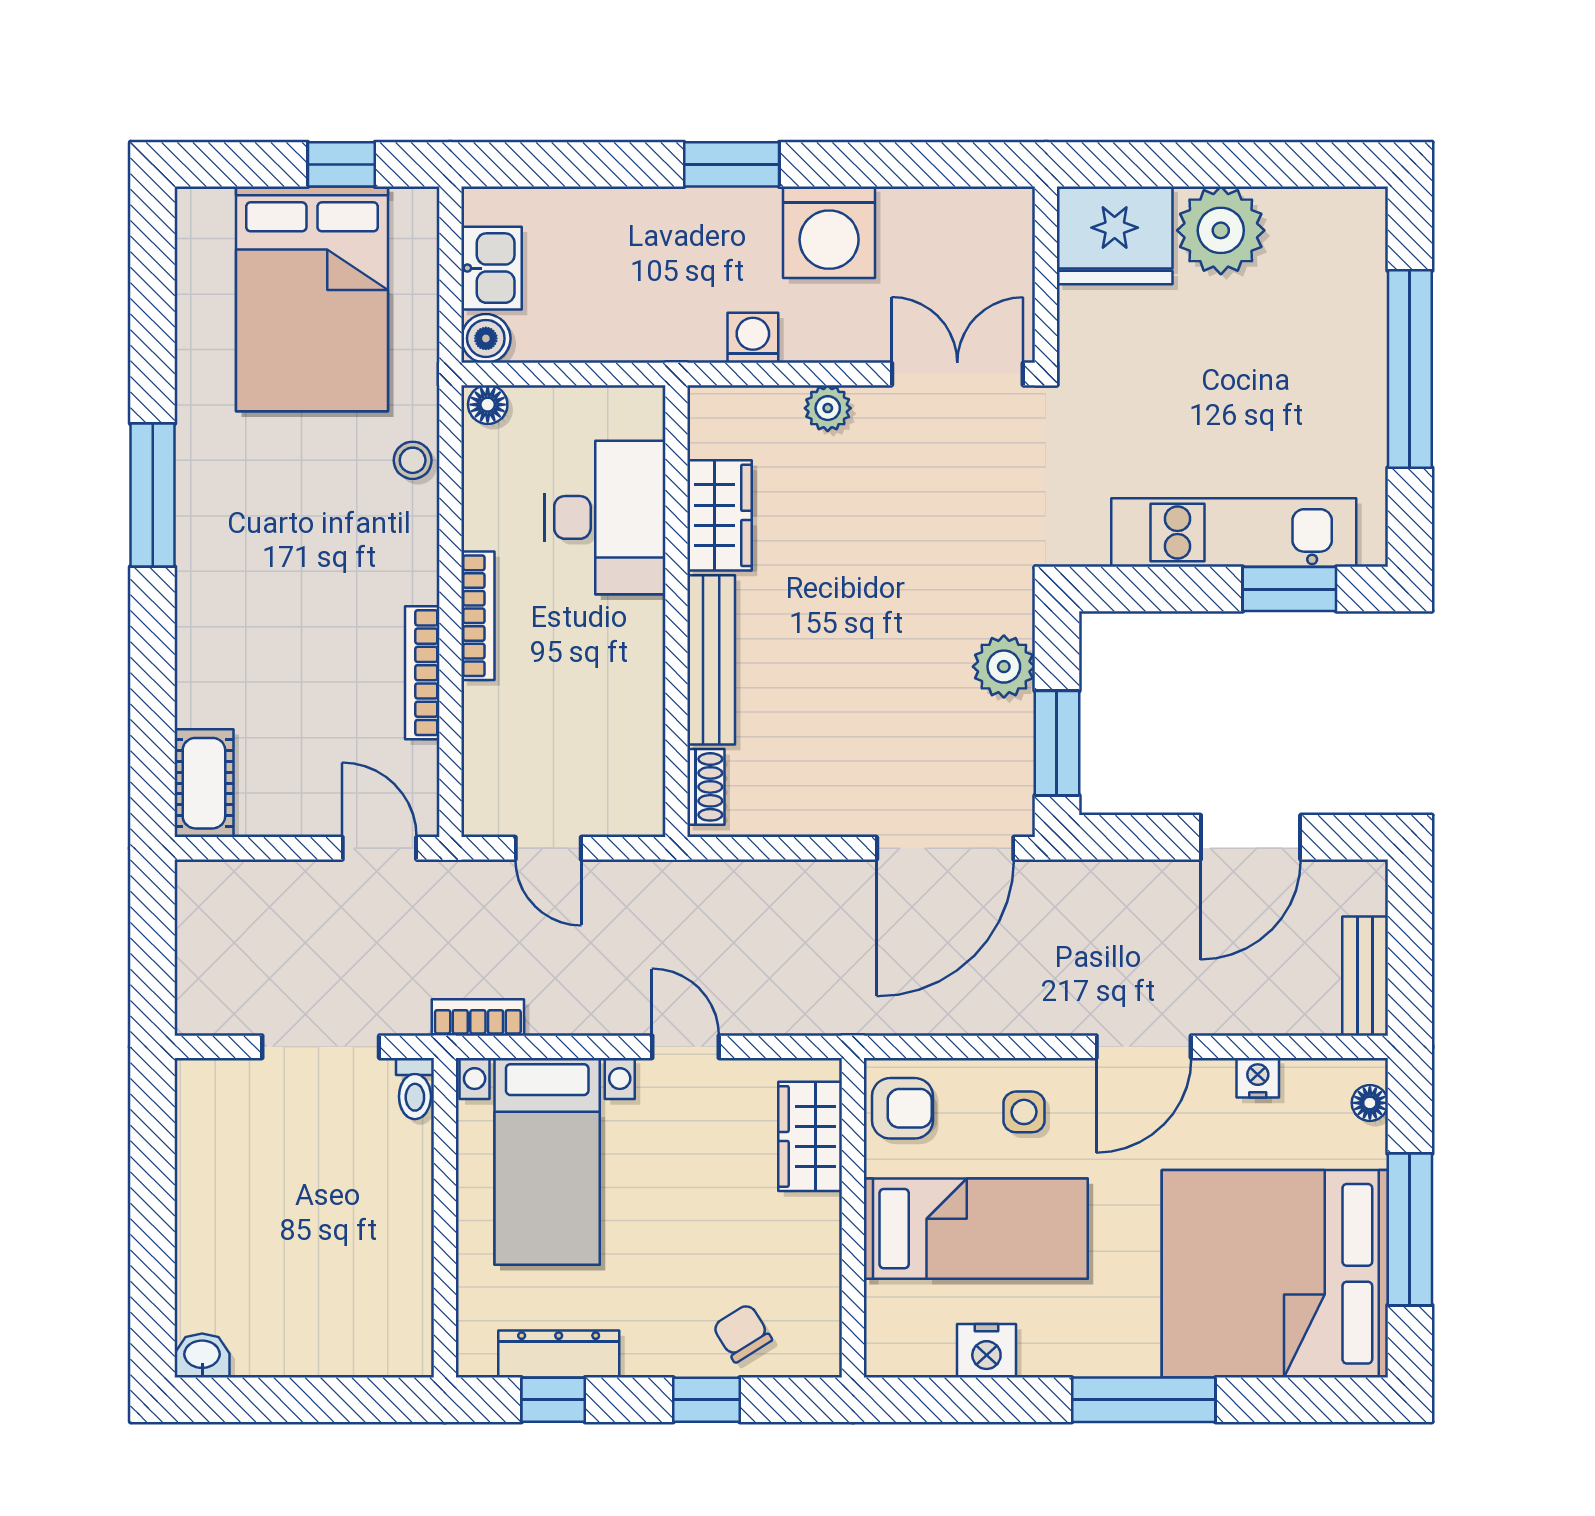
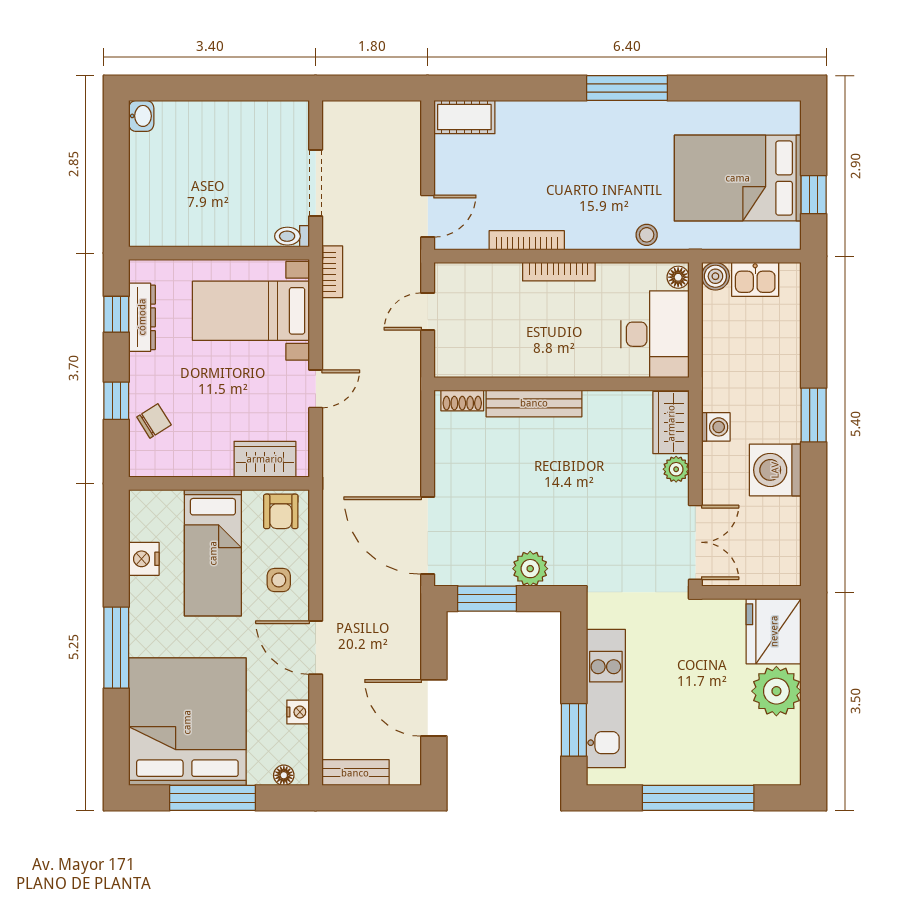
wardrobe: (719, 515) -> (671, 423), moved, turned 90
desk: (605, 517) -> (655, 334), moved, turned -90

